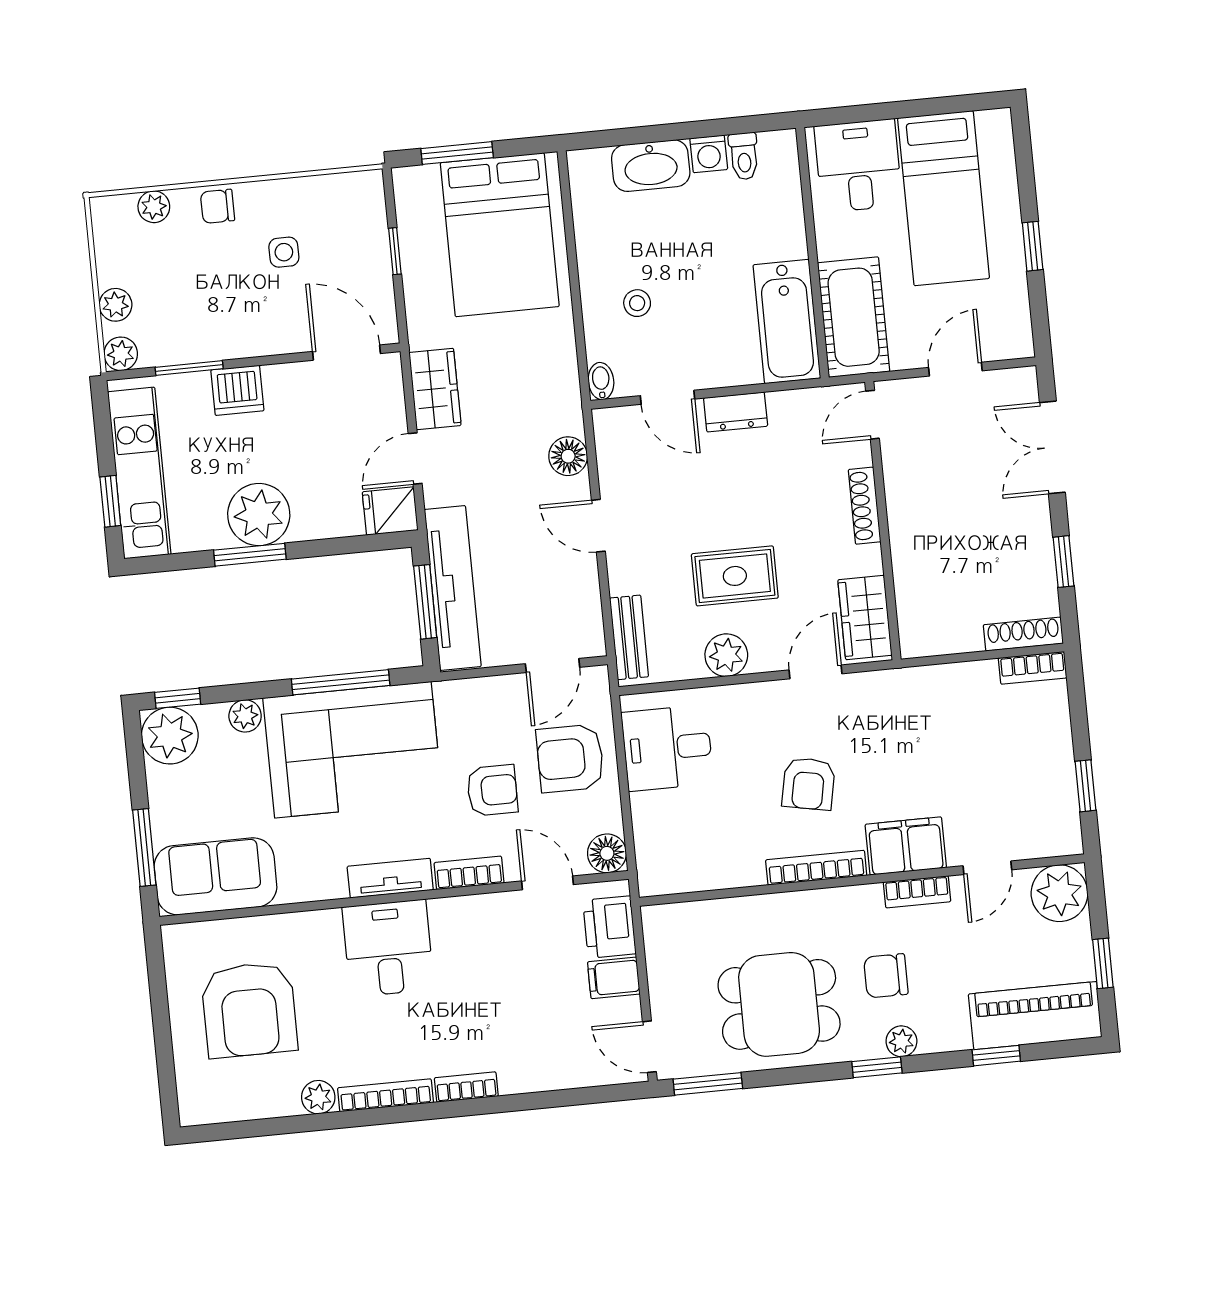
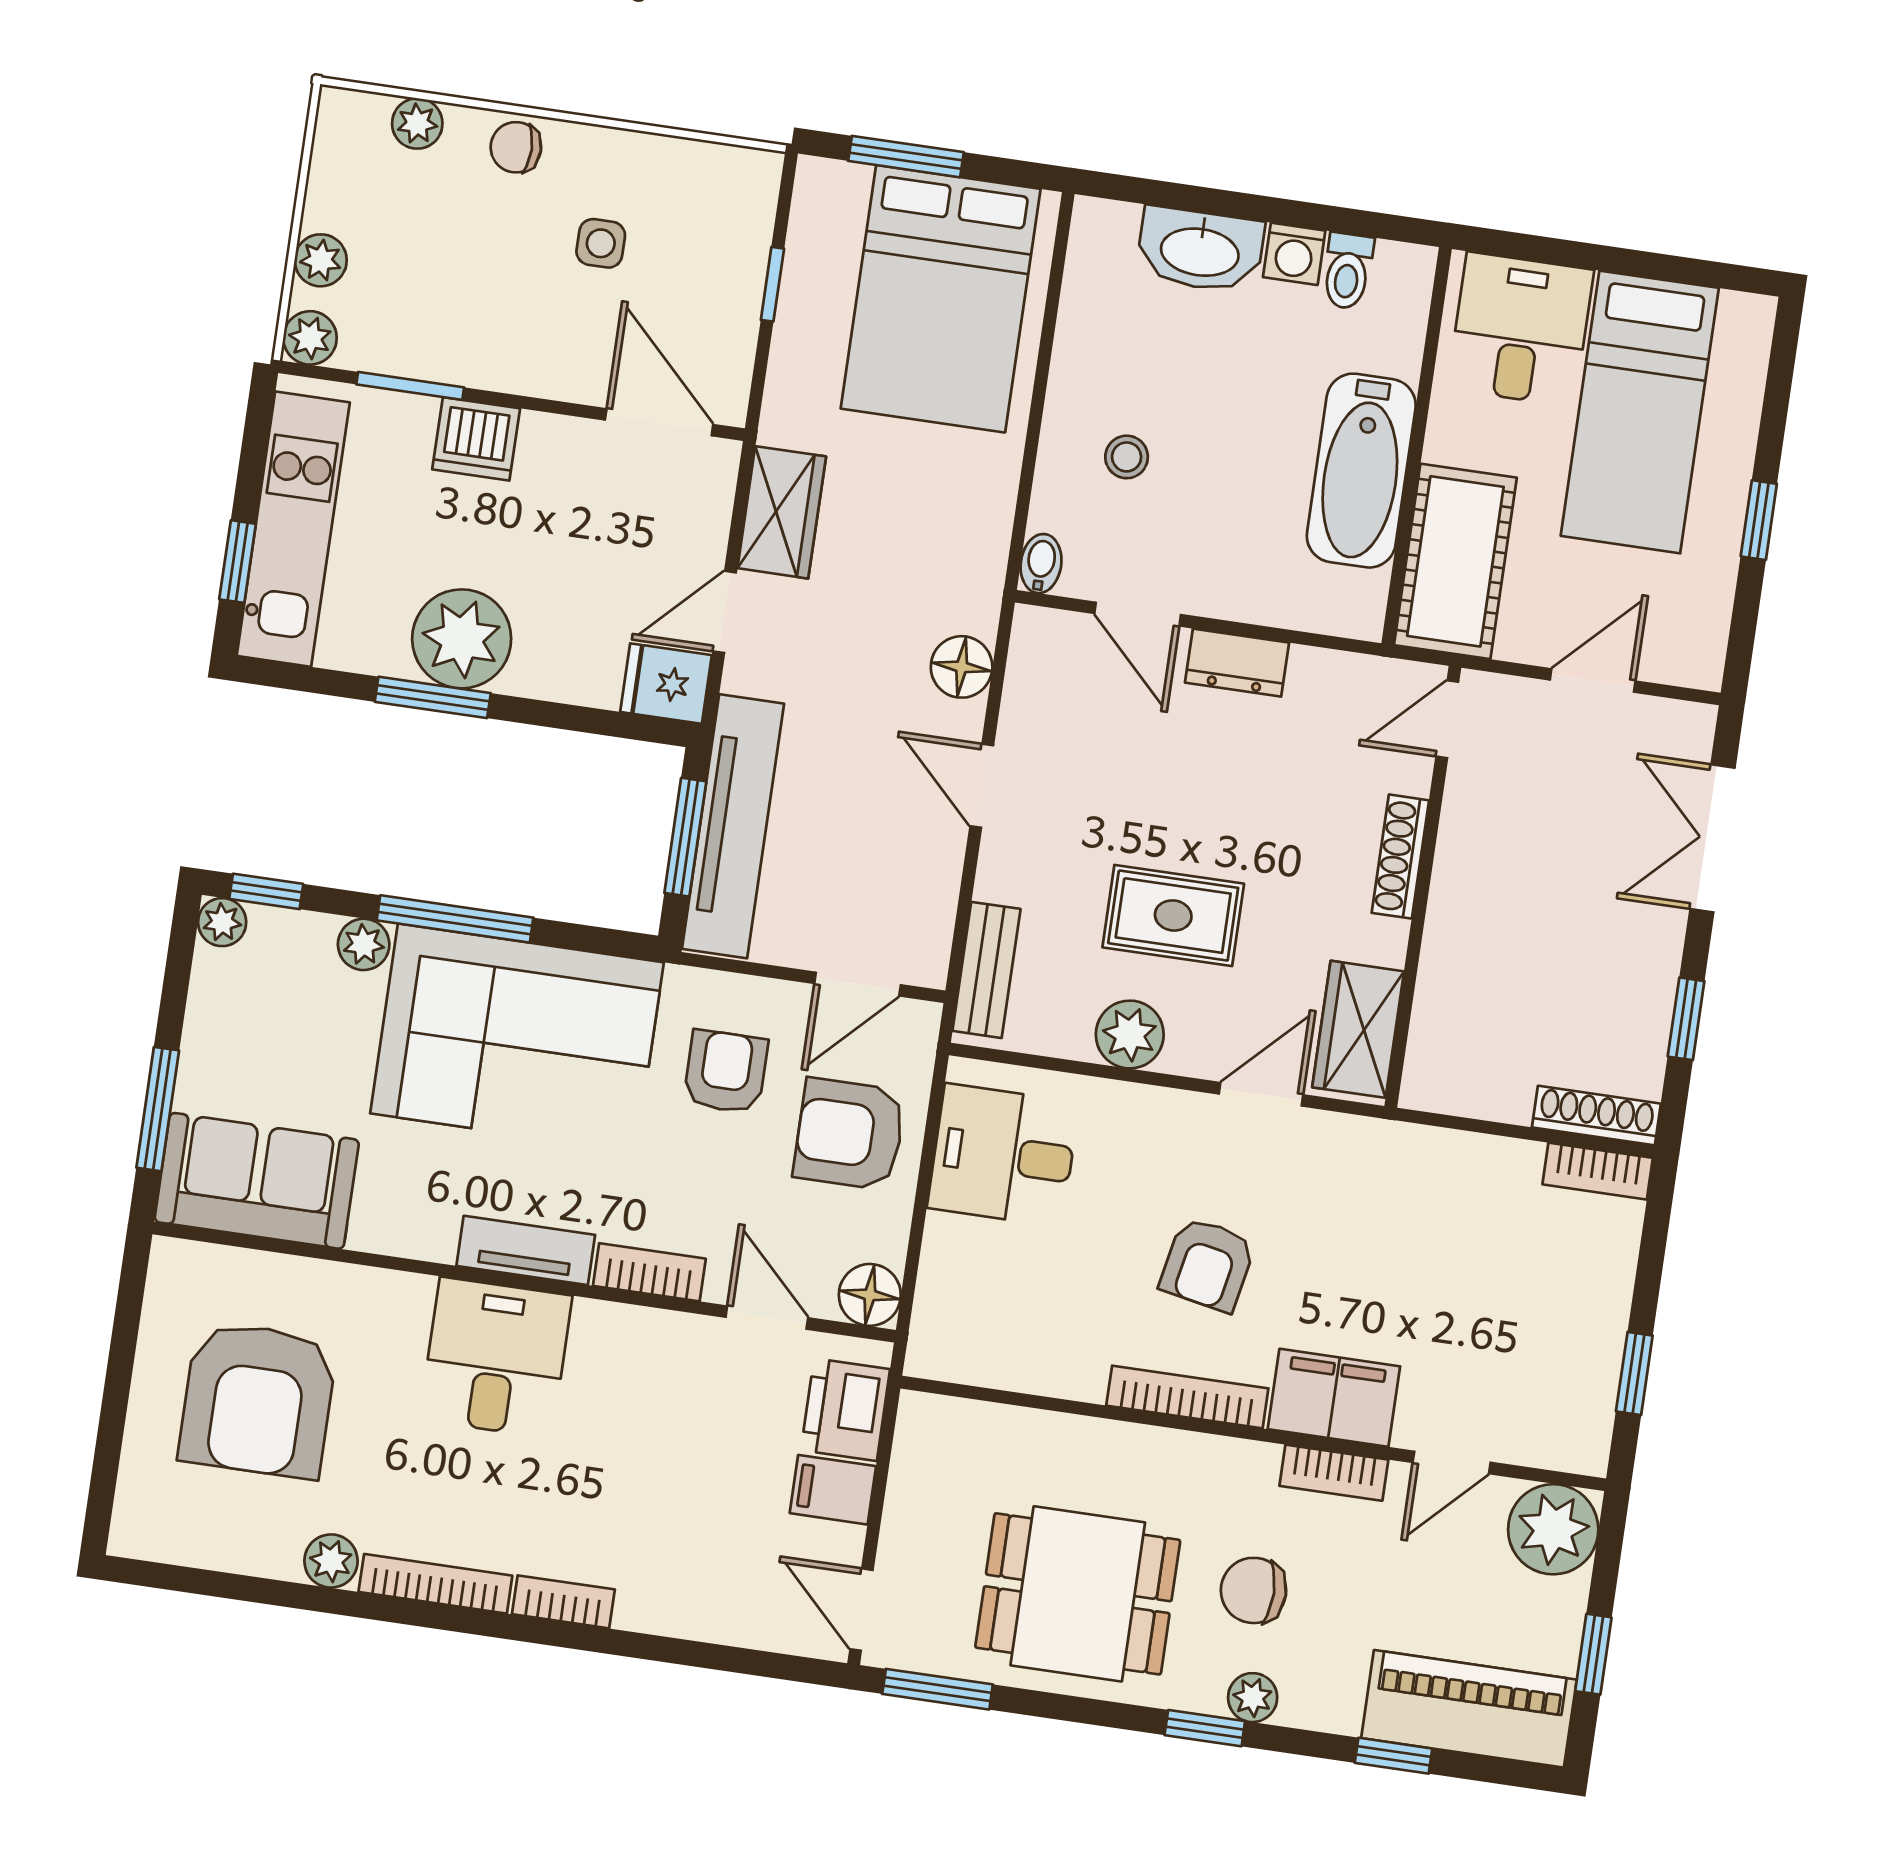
bathtub: (787, 322) -> (1361, 471), moved
window: (341, 682) -> (455, 919), moved
plant: (170, 736) -> (222, 922), width x0.53, depth x0.53
armchair: (492, 790) -> (726, 1072), moved, turned -90

